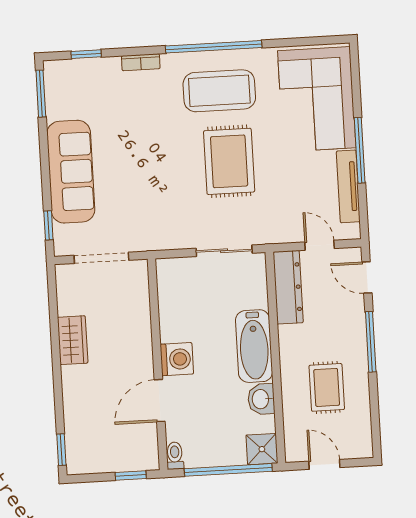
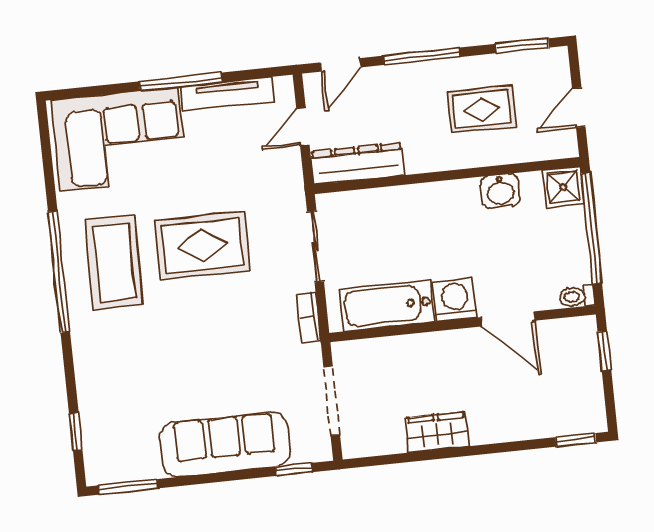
bookcase: (141, 62) -> (309, 317), moved, turned 180
bathtub: (254, 346) -> (387, 305), moved, turned 180
window: (375, 422) -> (522, 46), added

